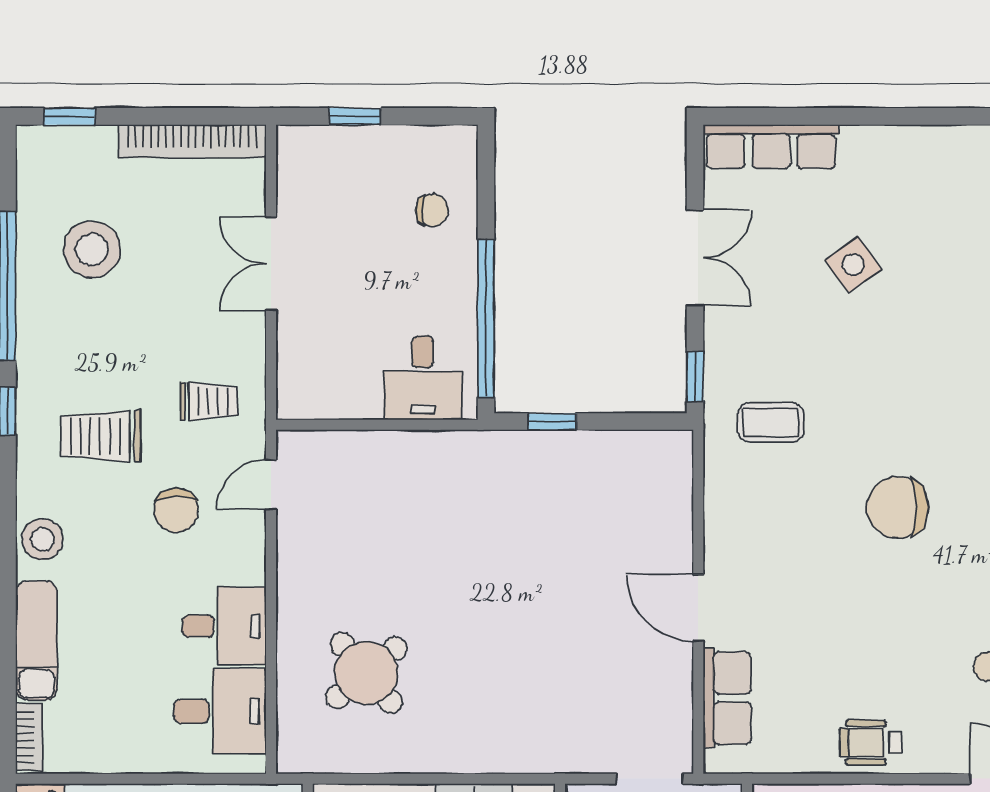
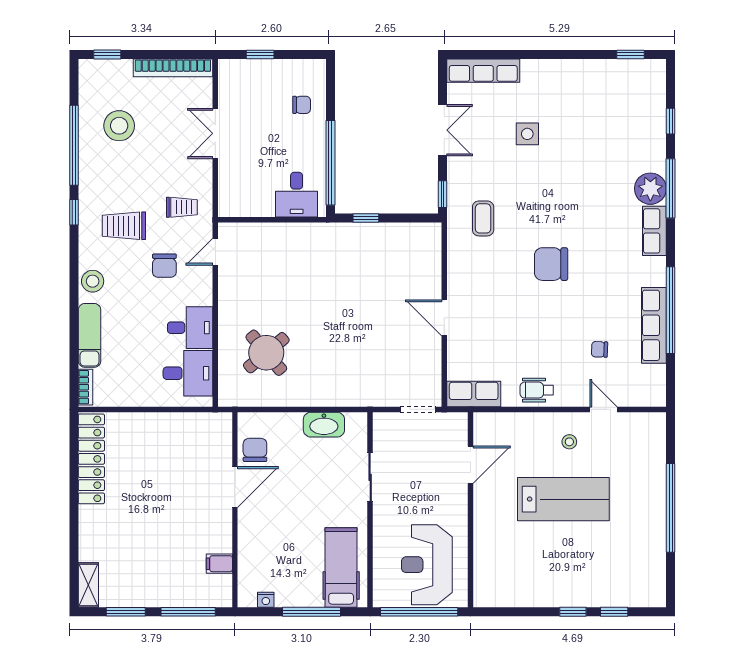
side table: (853, 265) -> (527, 134), turned 36
coffee table: (771, 422) -> (483, 218), turned 90
row of seats: (727, 698) -> (474, 394), moved, turned -90

